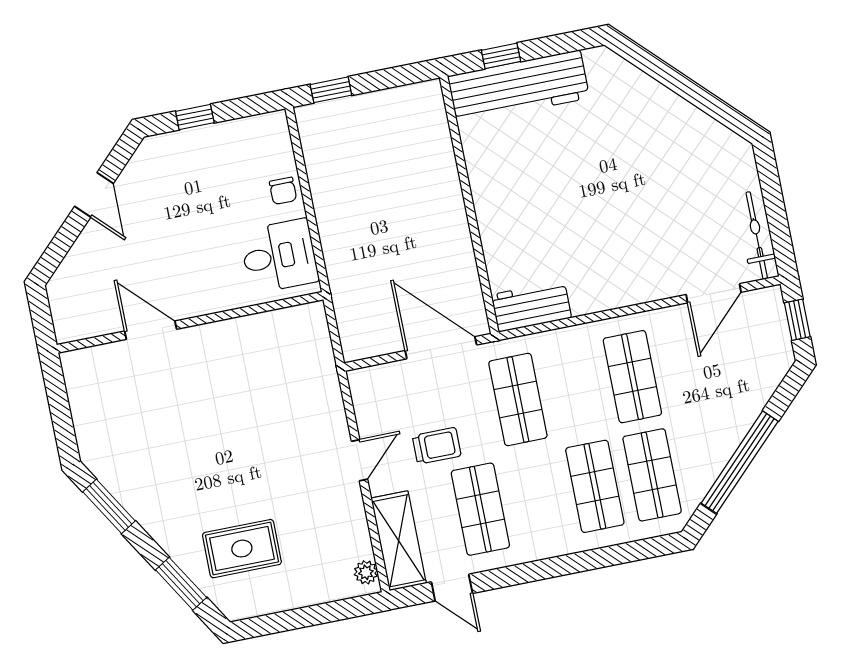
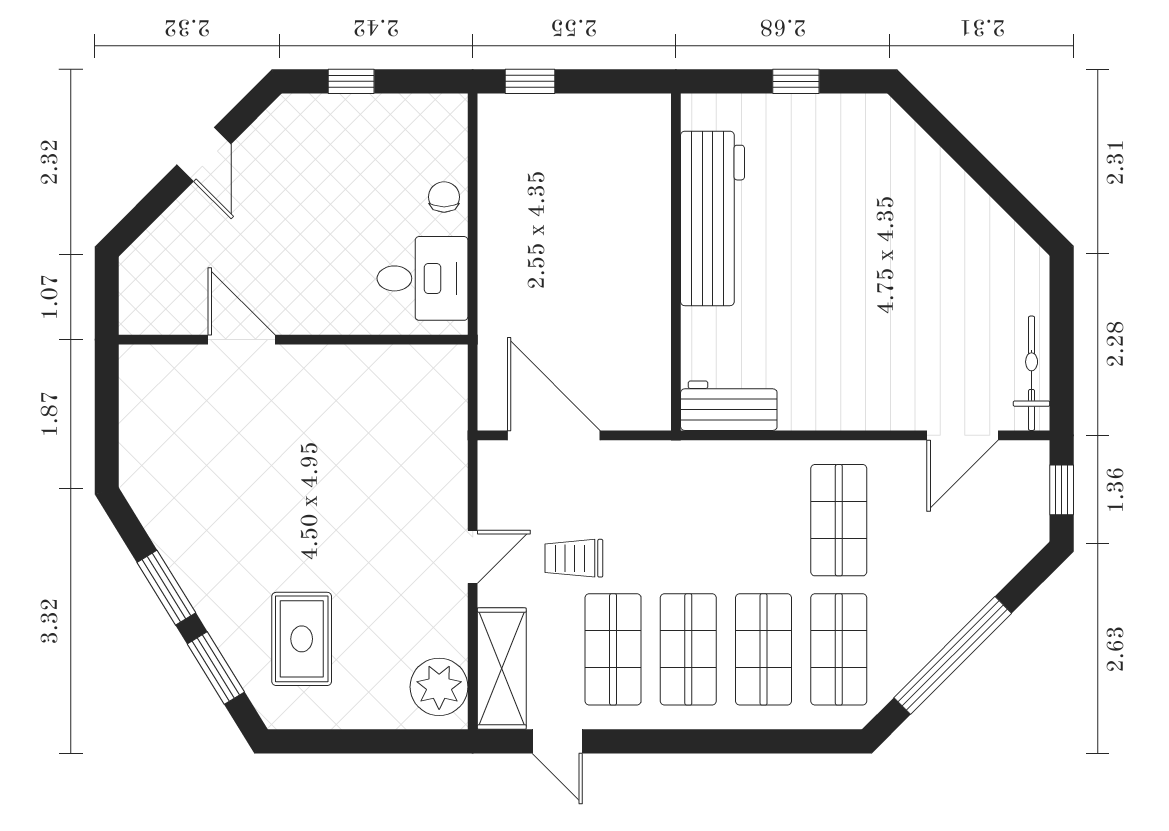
window: (501, 56) -> (796, 81), moved
workbench: (519, 87) -> (712, 218), moved, turned -90
chair: (283, 191) -> (444, 197), turned 180
door: (441, 348) -> (554, 435), moved
shop shelf: (518, 399) -> (688, 649), moved
trolley: (437, 446) -> (574, 558), turned 180
window: (109, 506) -> (166, 588), moved
rug: (242, 549) -> (302, 639), turned 90
plant: (366, 572) -> (439, 687), width x1.88, depth x1.88

